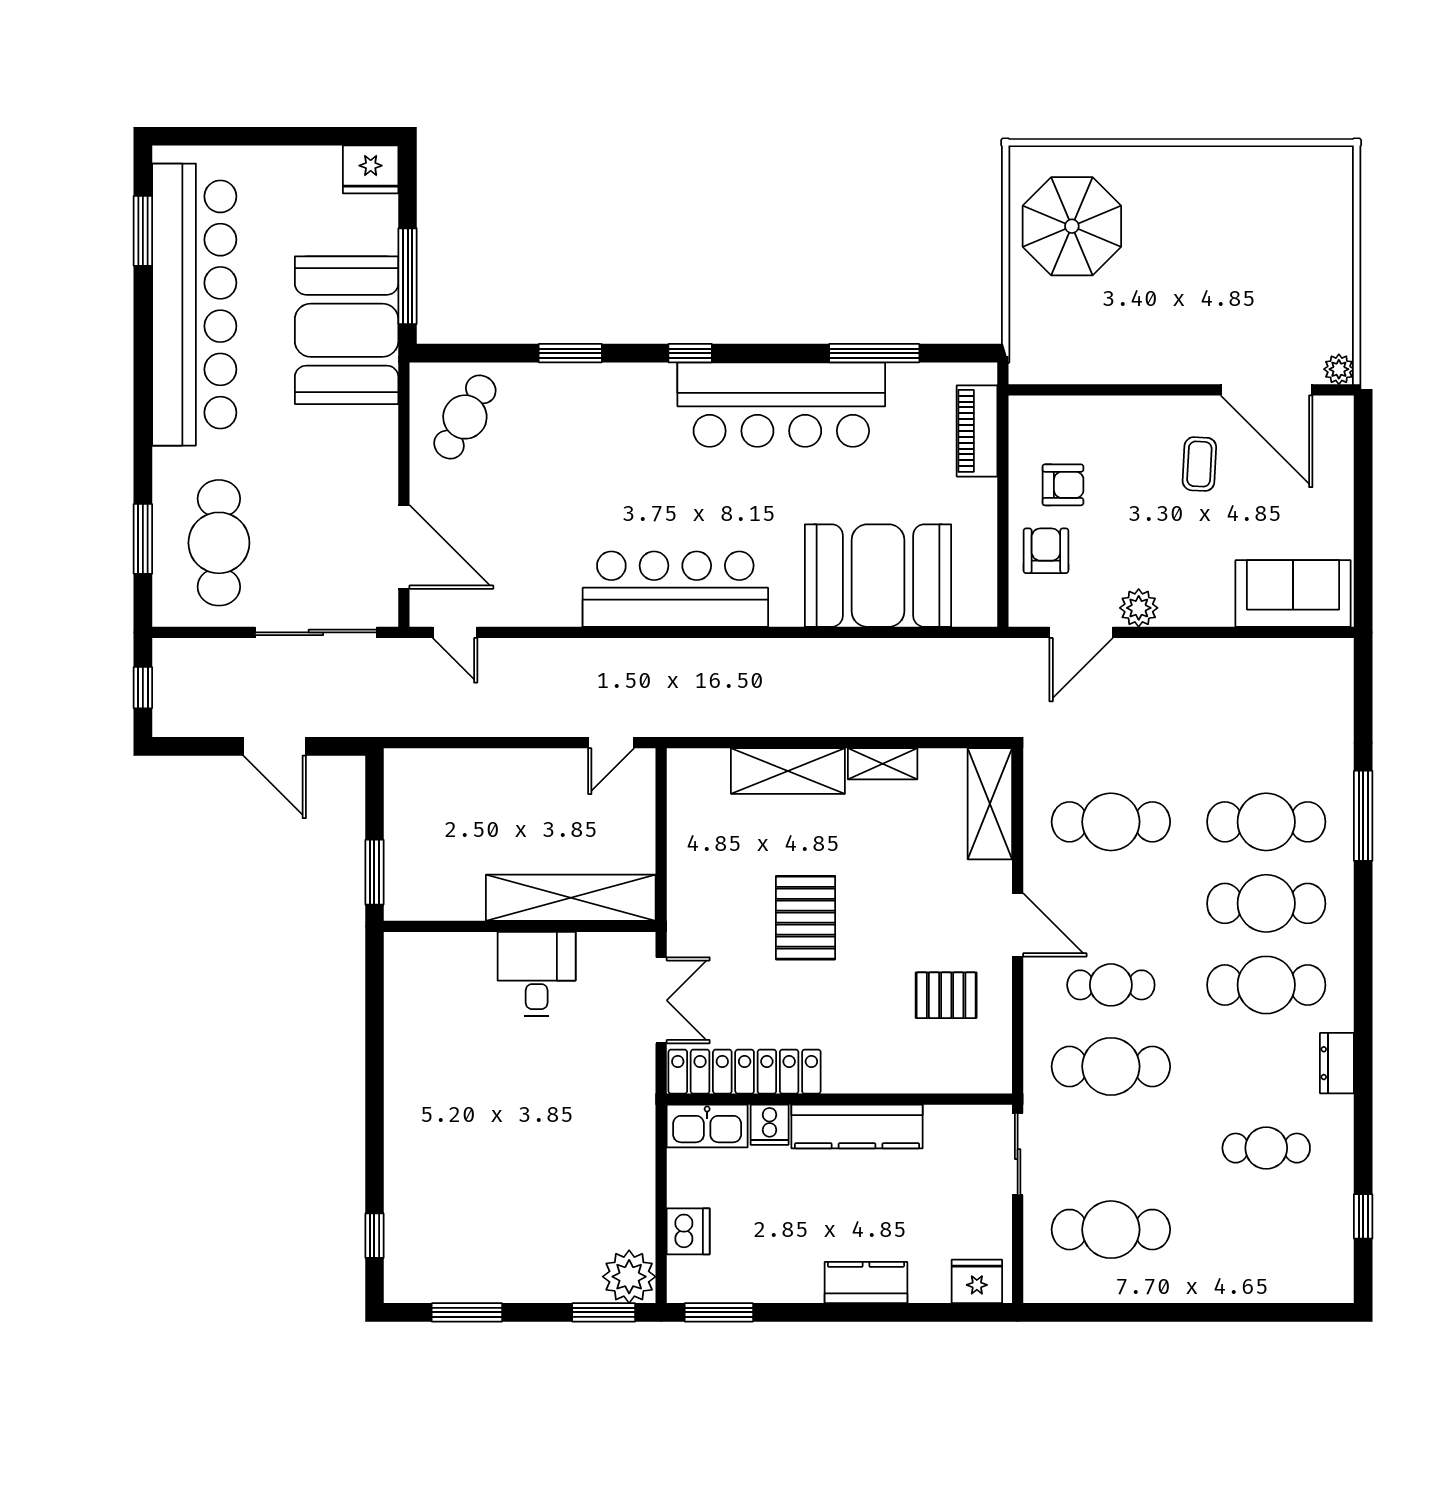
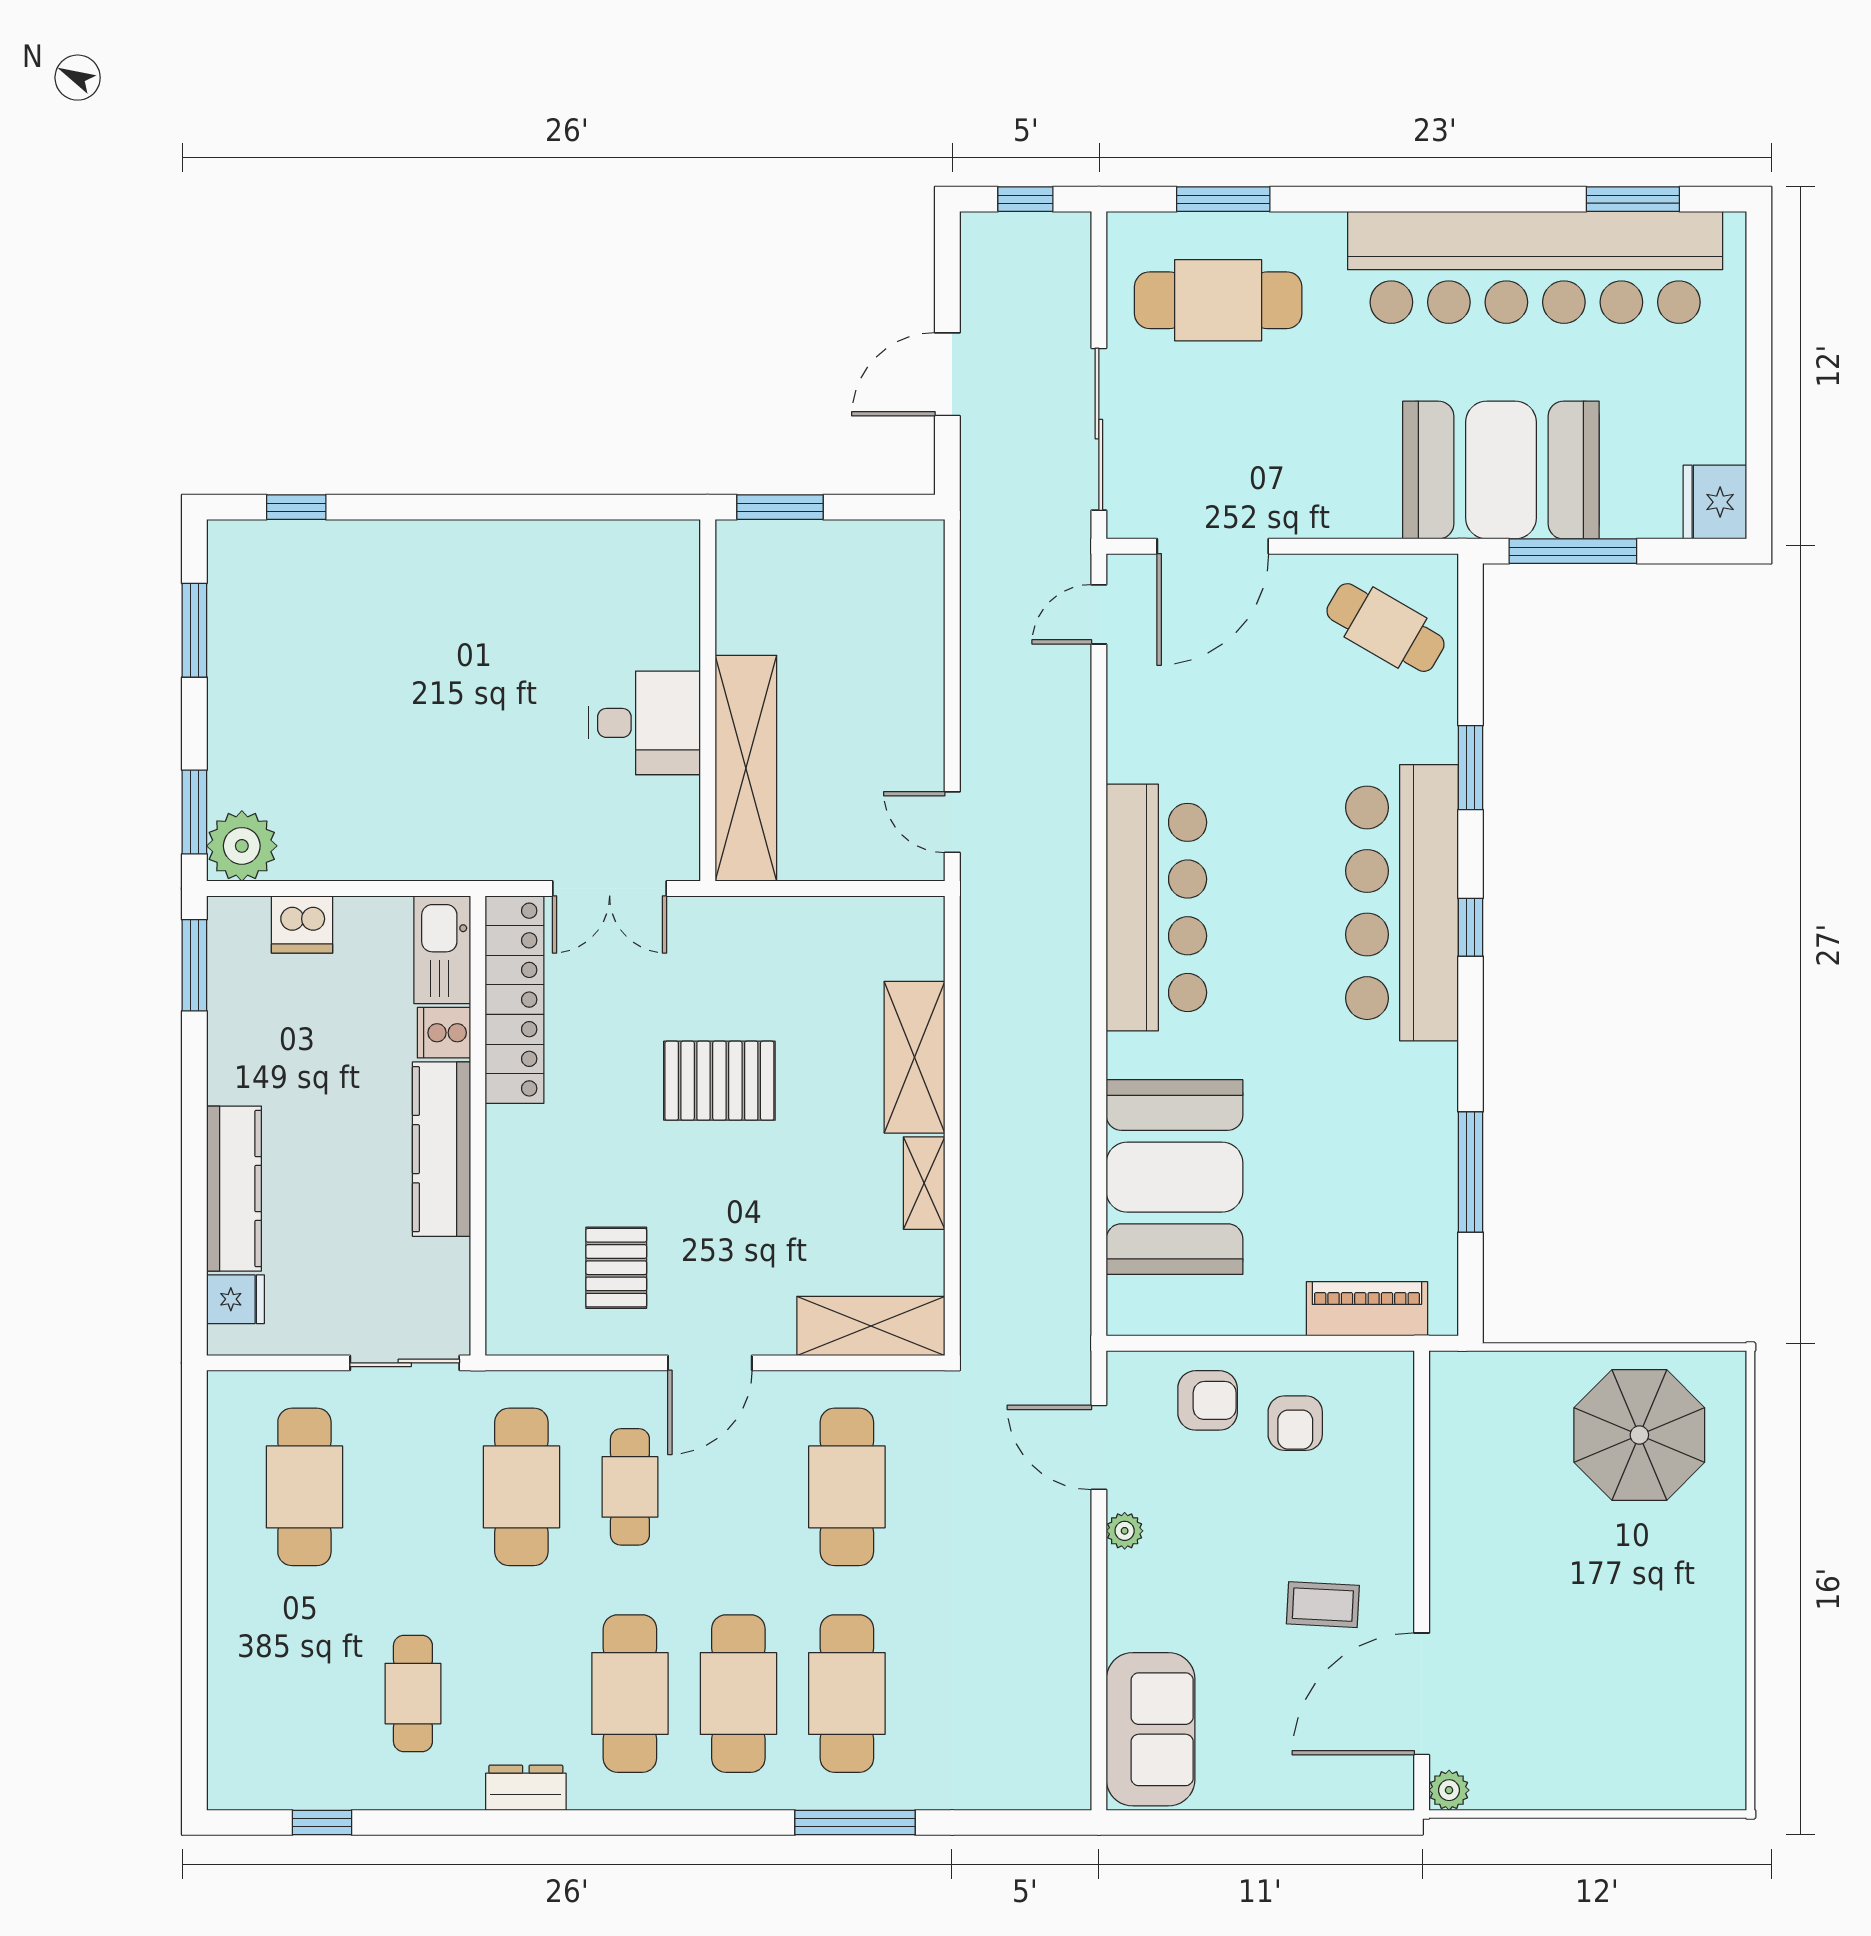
bar counter: (781, 405) -> (1402, 903), moved
plant: (1139, 608) -> (1125, 1531), width x0.73, depth x0.73
fridge: (977, 1281) -> (235, 1299), width x0.72
kitchen counter: (866, 1283) -> (234, 1189), width x1.50

